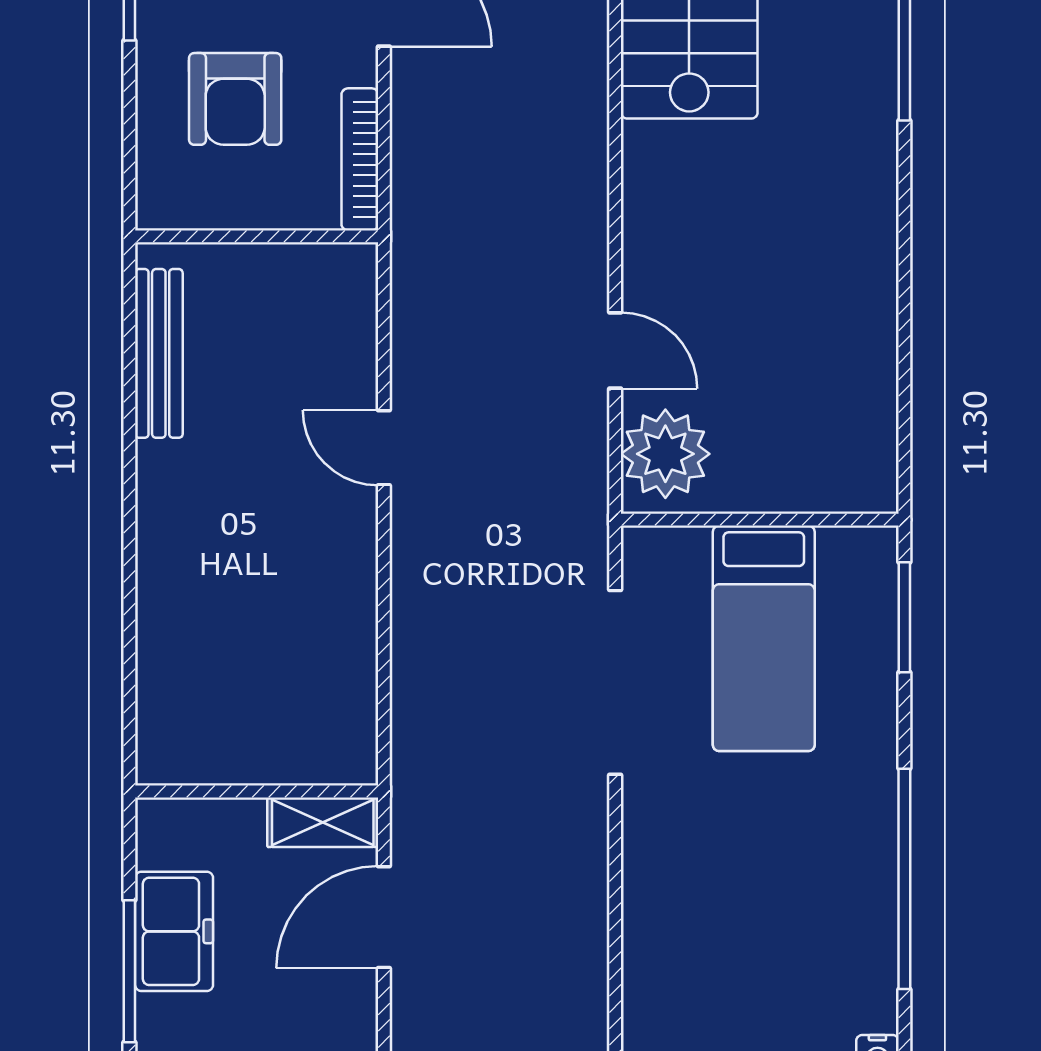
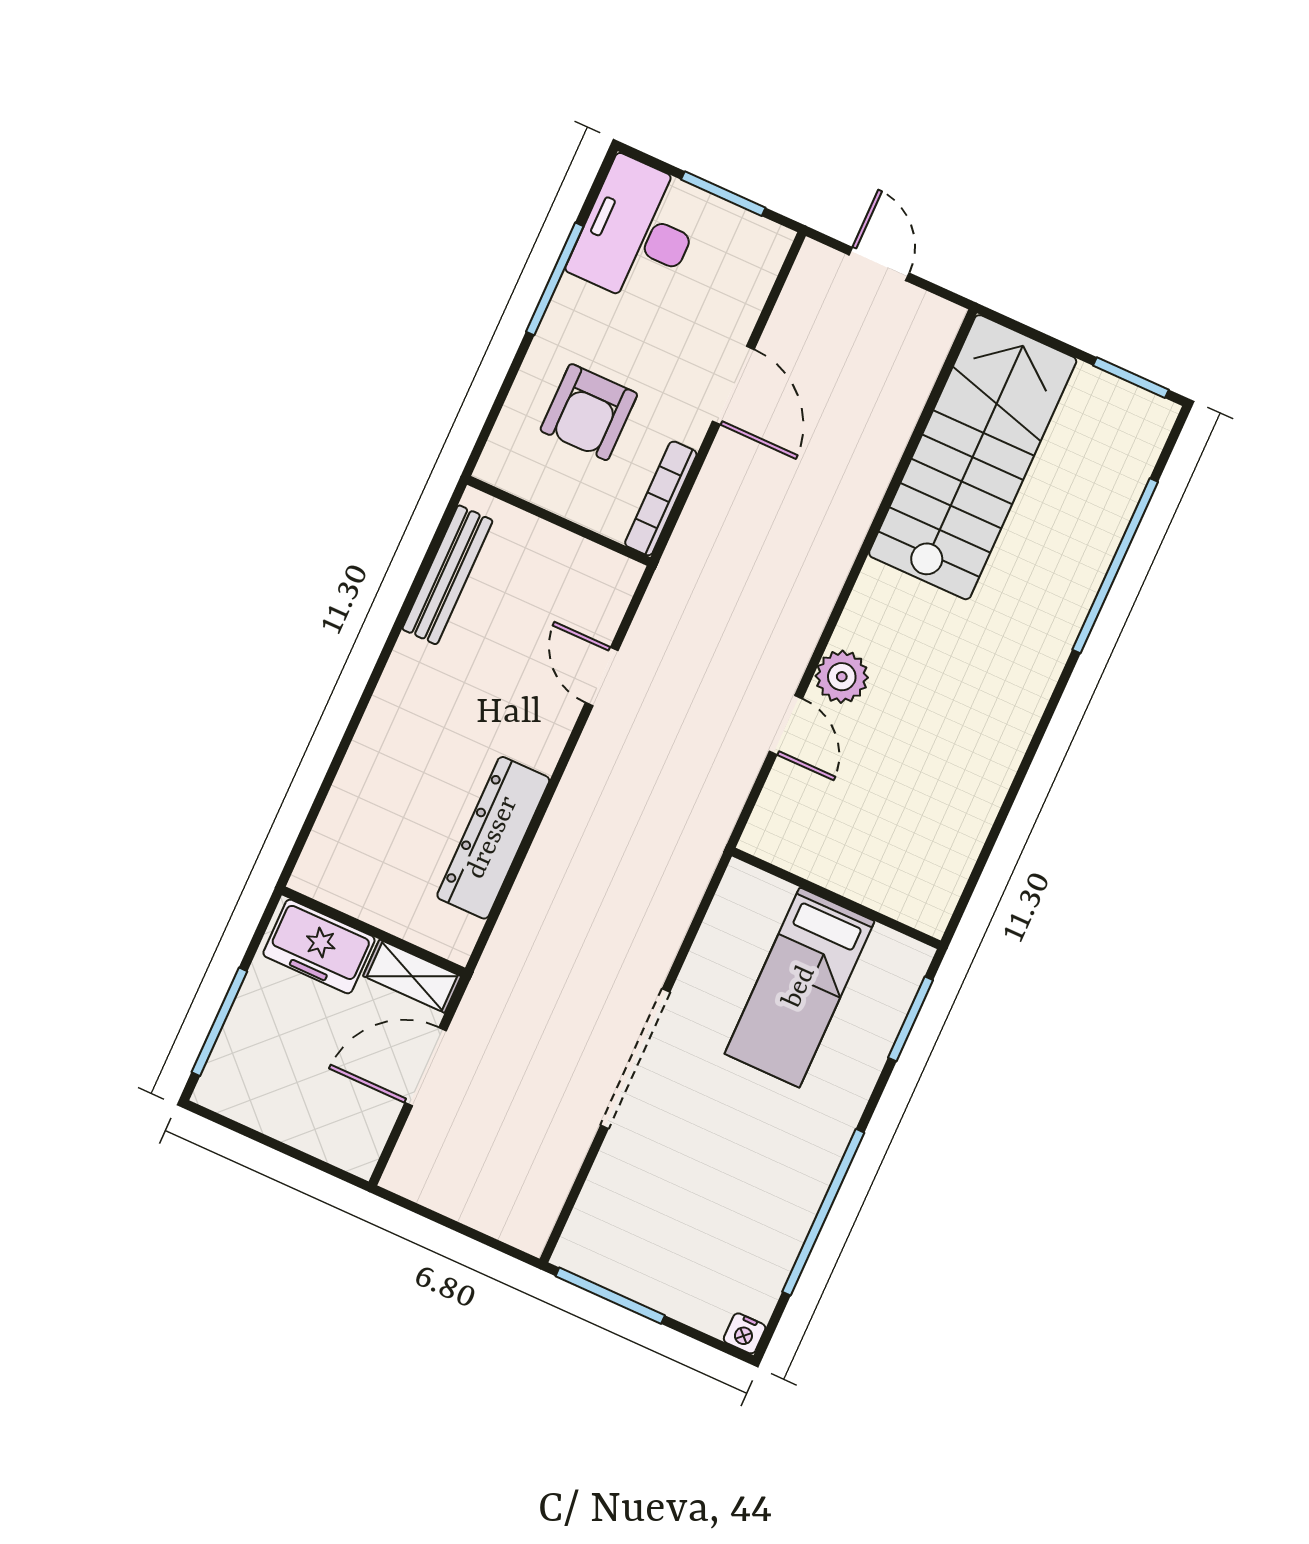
door: (384, 448) -> (602, 677), moved
plant: (665, 454) -> (842, 677), moved, width x0.73, depth x0.73
dresser: (344, 626) -> (493, 838), added
doorway: (615, 682) -> (635, 1059), moved
freezer: (174, 931) -> (319, 946), moved, turned 90

